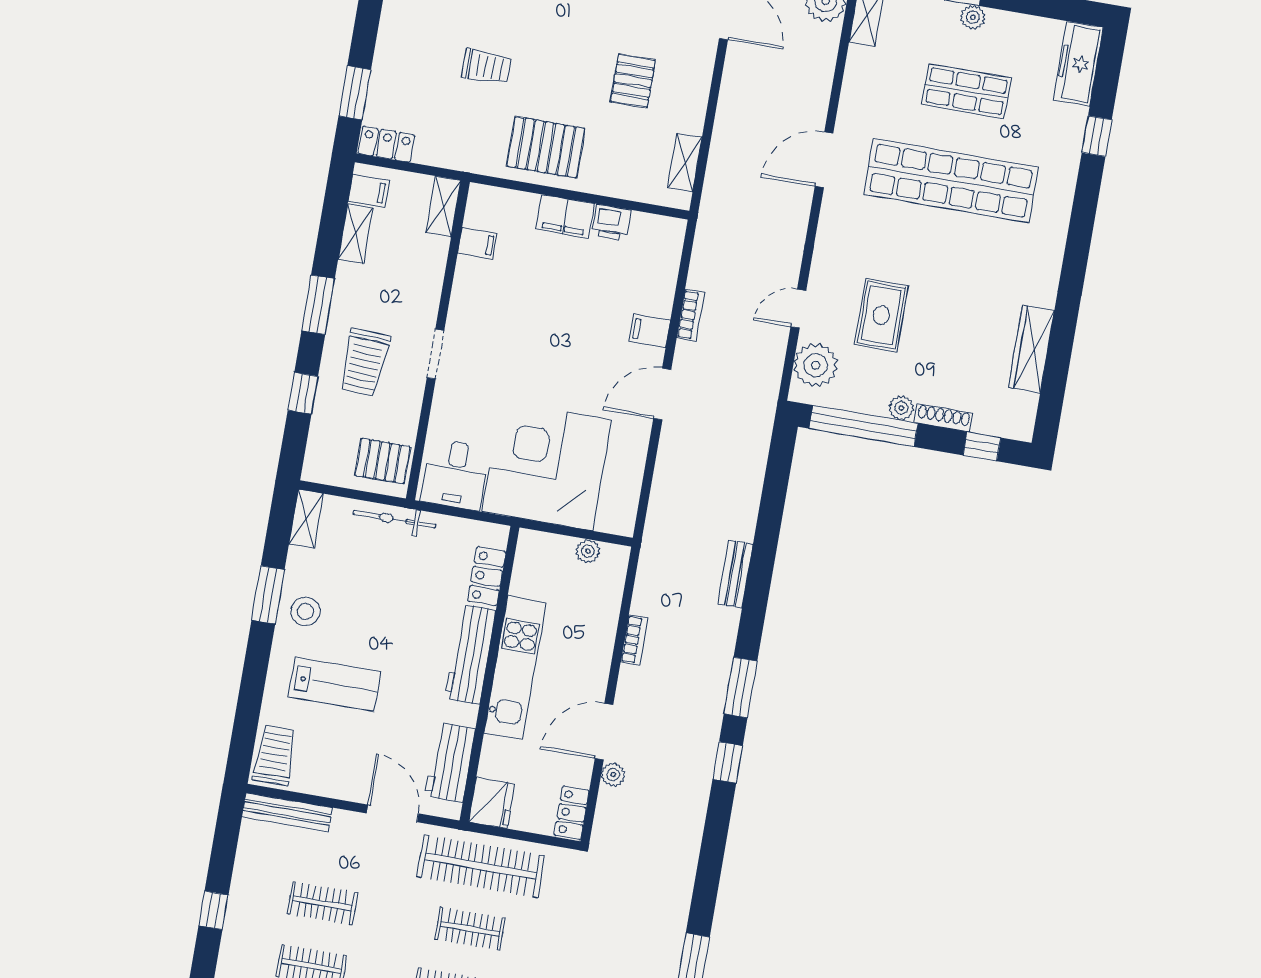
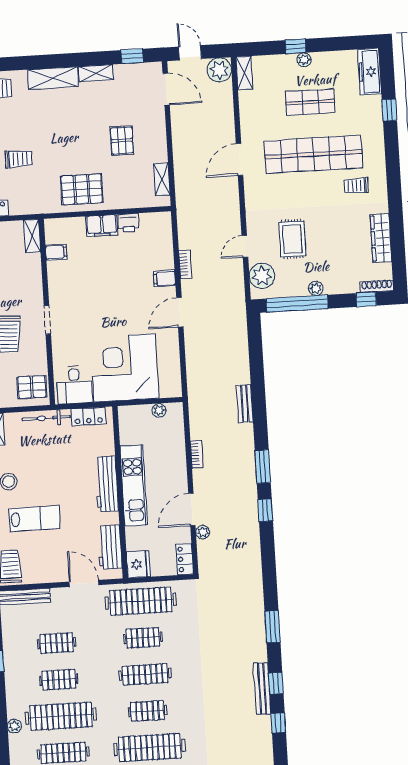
trolley: (486, 67) -> (19, 159), moved
trolley: (1010, 251) -> (356, 186), added
shoe rack: (943, 418) -> (377, 286), moved
locker: (487, 576) -> (89, 416), moved, turned -90

